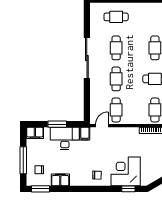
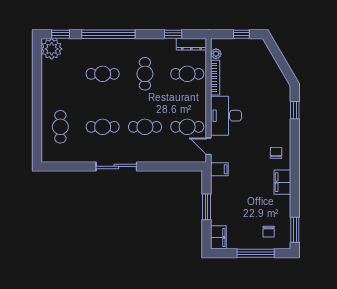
sliding door: (87, 58) -> (116, 166), width x0.73
desk: (65, 138) -> (226, 116), moved
corner desk: (126, 171) -> (271, 114), removed
filing cabinet: (60, 180) -> (282, 182), moved

